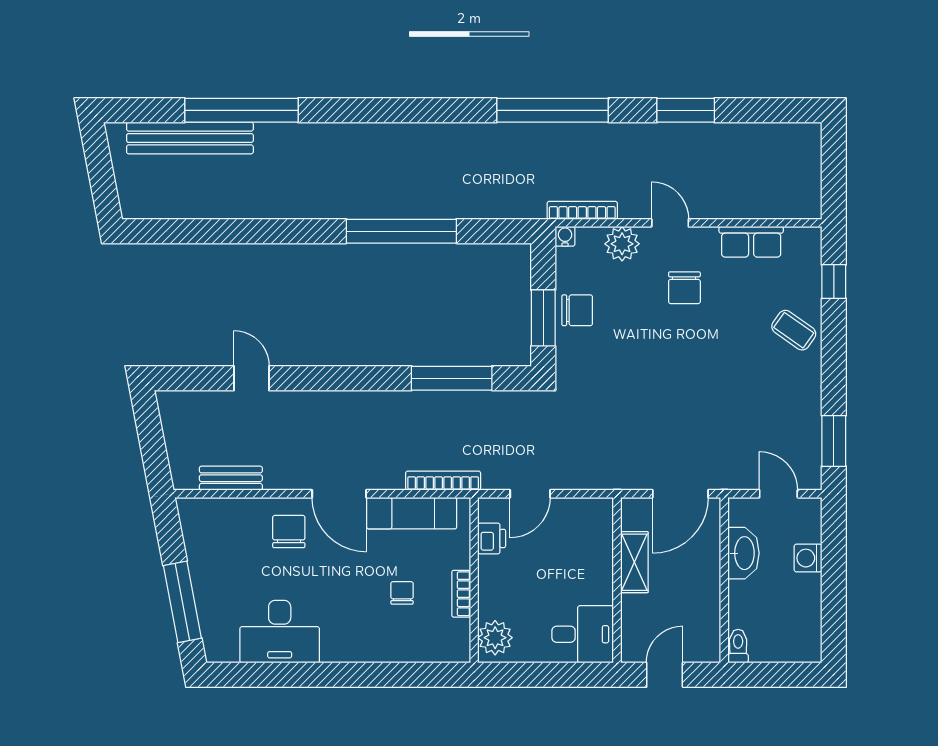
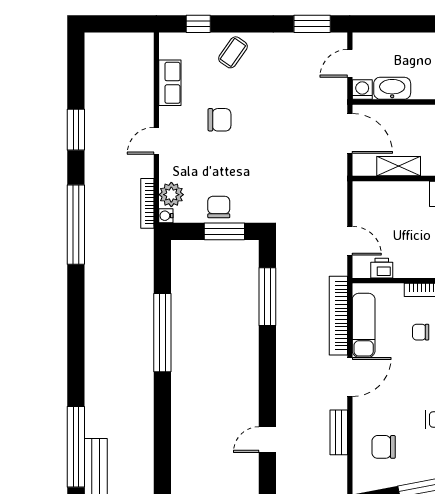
plant: (622, 244) -> (171, 195), moved
chair: (684, 288) -> (219, 120), moved
bench: (231, 478) -> (339, 432), moved
bookcase: (443, 481) -> (338, 316), width x1.48, depth x1.31
chair: (289, 532) -> (384, 447), moved
washing machine: (808, 558) -> (362, 90), moved, turned 180

